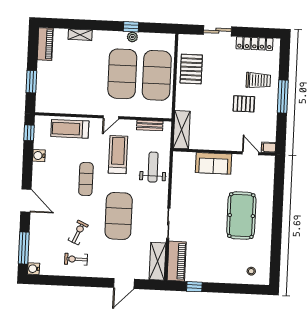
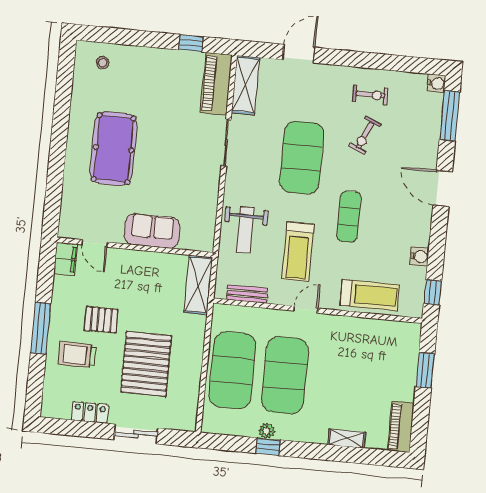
locker: (254, 44) -> (90, 412), width x0.66
pallet: (191, 69) -> (146, 364), moved, width x1.37, depth x1.41
filing cabinet: (268, 147) -> (66, 259), width x2.00

